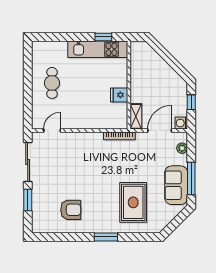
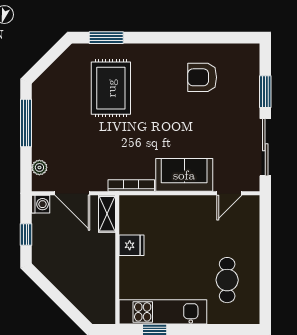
cafe table: (52, 83) -> (227, 280), moved
door: (160, 130) -> (72, 193), hinge flipped
sofa: (176, 185) -> (184, 175), moved, turned -90
window: (106, 237) -> (106, 38), moved

